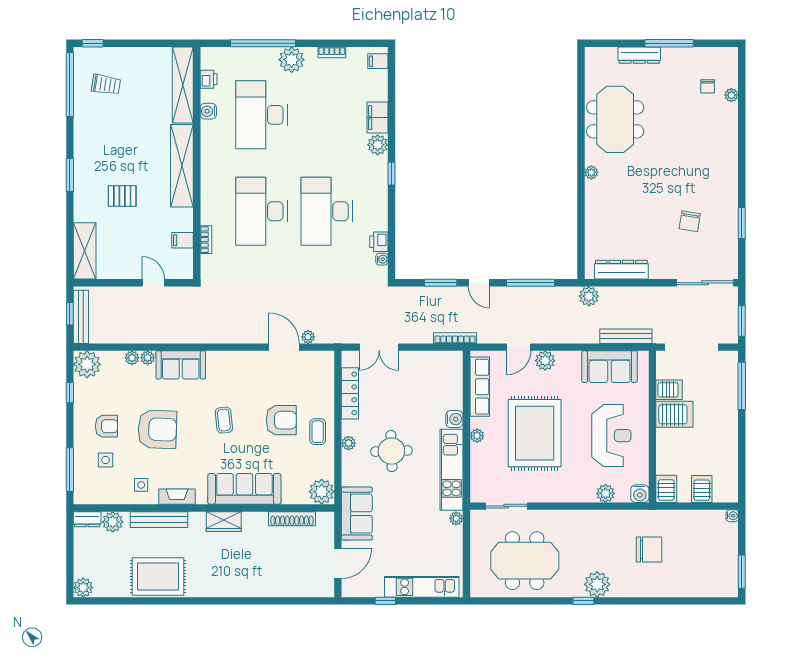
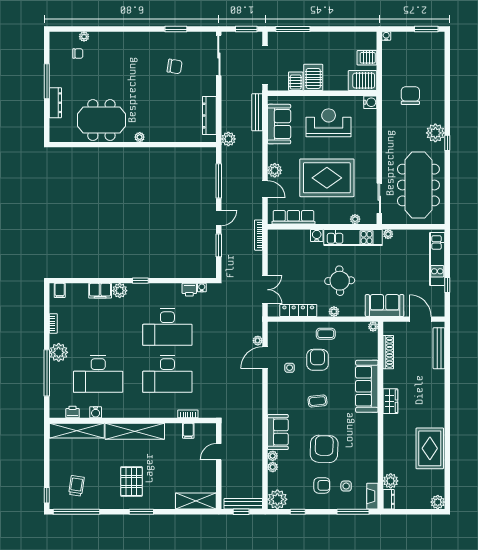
pallet: (122, 196) -> (131, 482), moved, width x1.50, depth x1.42
armchair: (106, 426) -> (322, 485), turned 90
plant: (477, 436) -> (355, 219), moved
side table: (141, 485) -> (290, 368), moved
server rack: (666, 489) -> (363, 81), width x1.36, depth x1.44
plant: (322, 492) -> (373, 327), width x0.53, depth x0.53
plant: (606, 493) -> (370, 127), removed
fireplace: (177, 497) -> (372, 496), moved
bench: (159, 520) -> (439, 348), moved
meeting table: (525, 561) -> (418, 185), width x1.36

